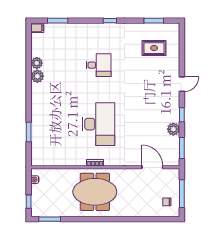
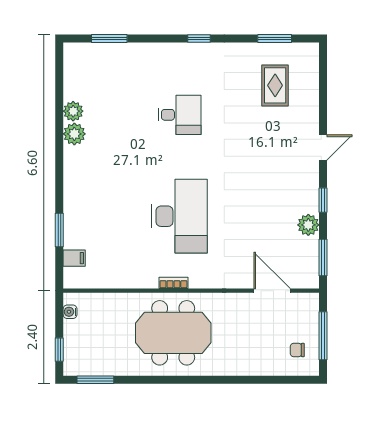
filing cabinet: (37, 28) -> (74, 258), moved
rug: (154, 48) -> (275, 85), turned 90

